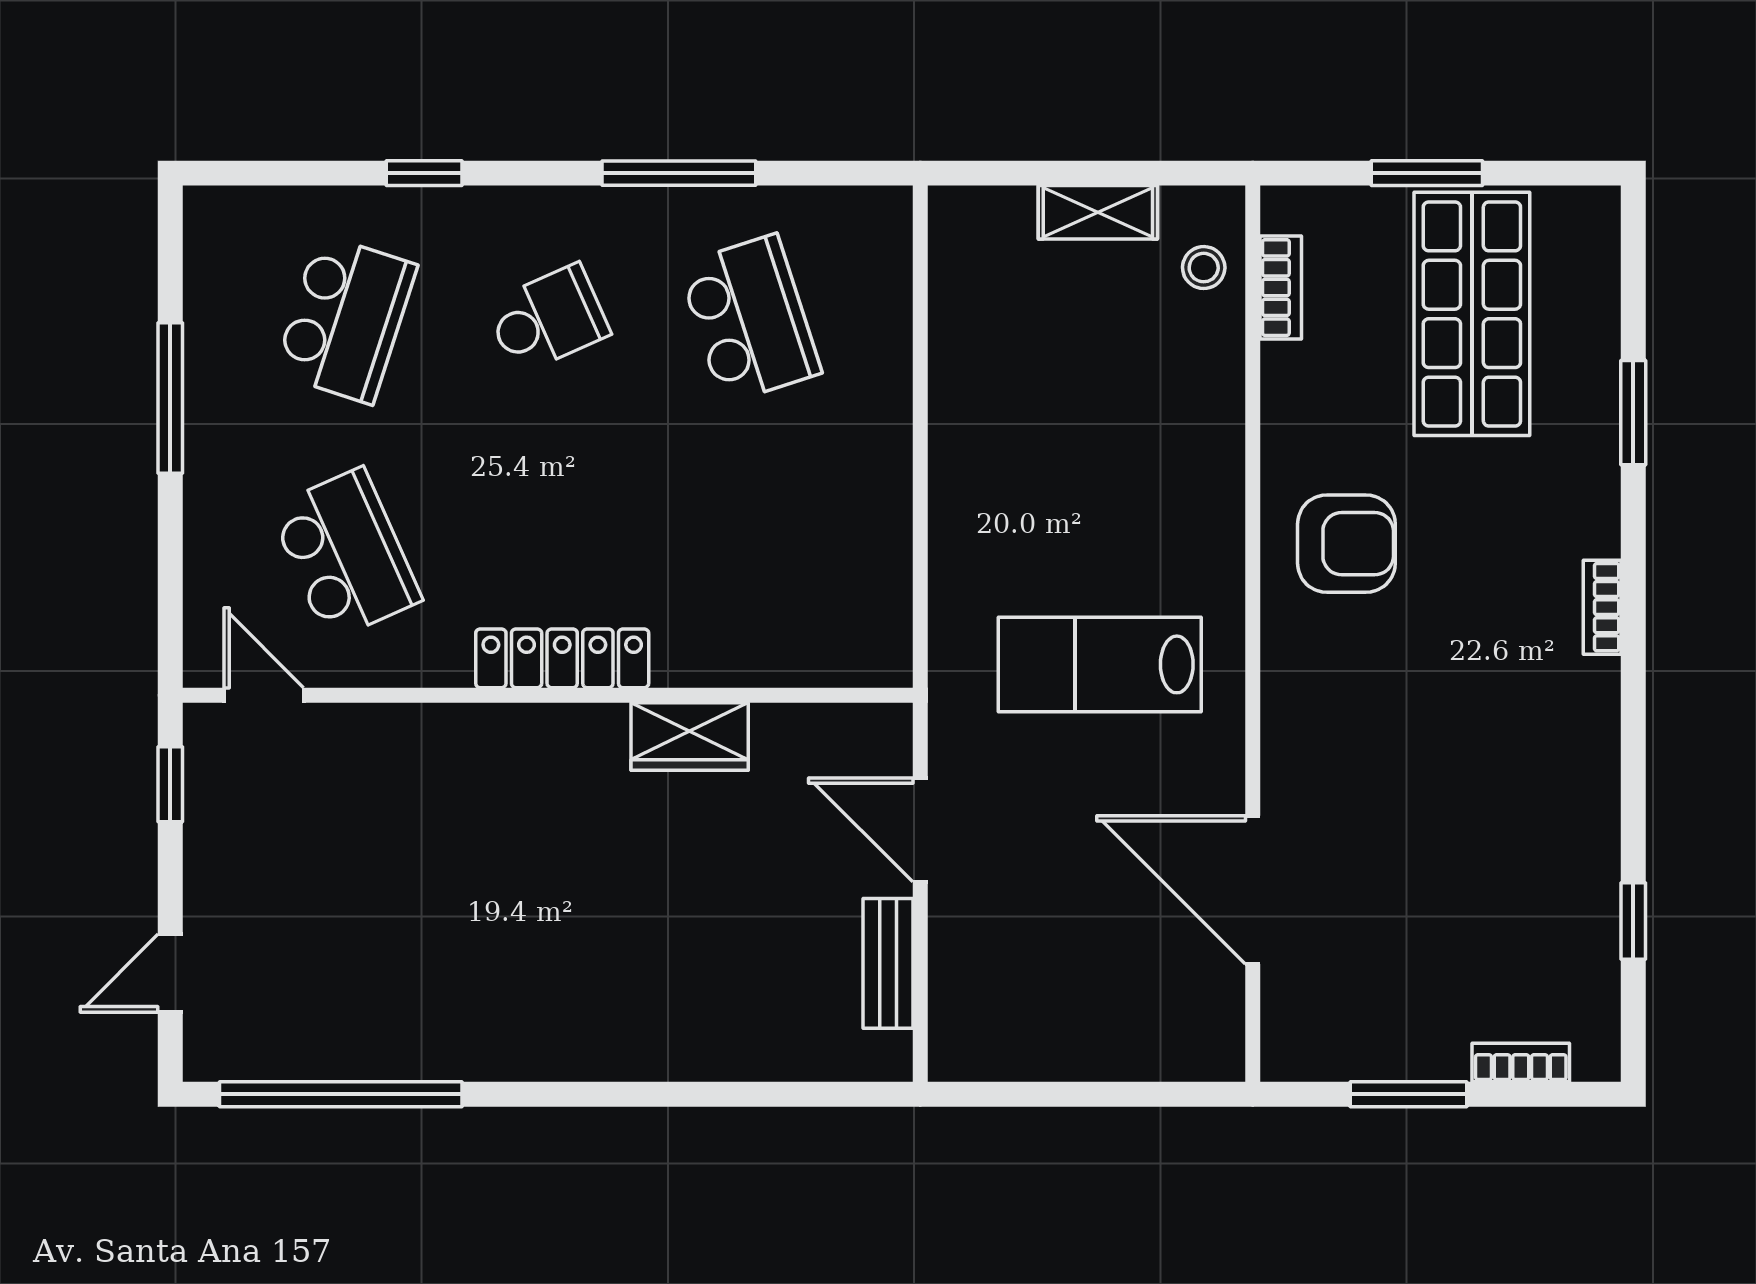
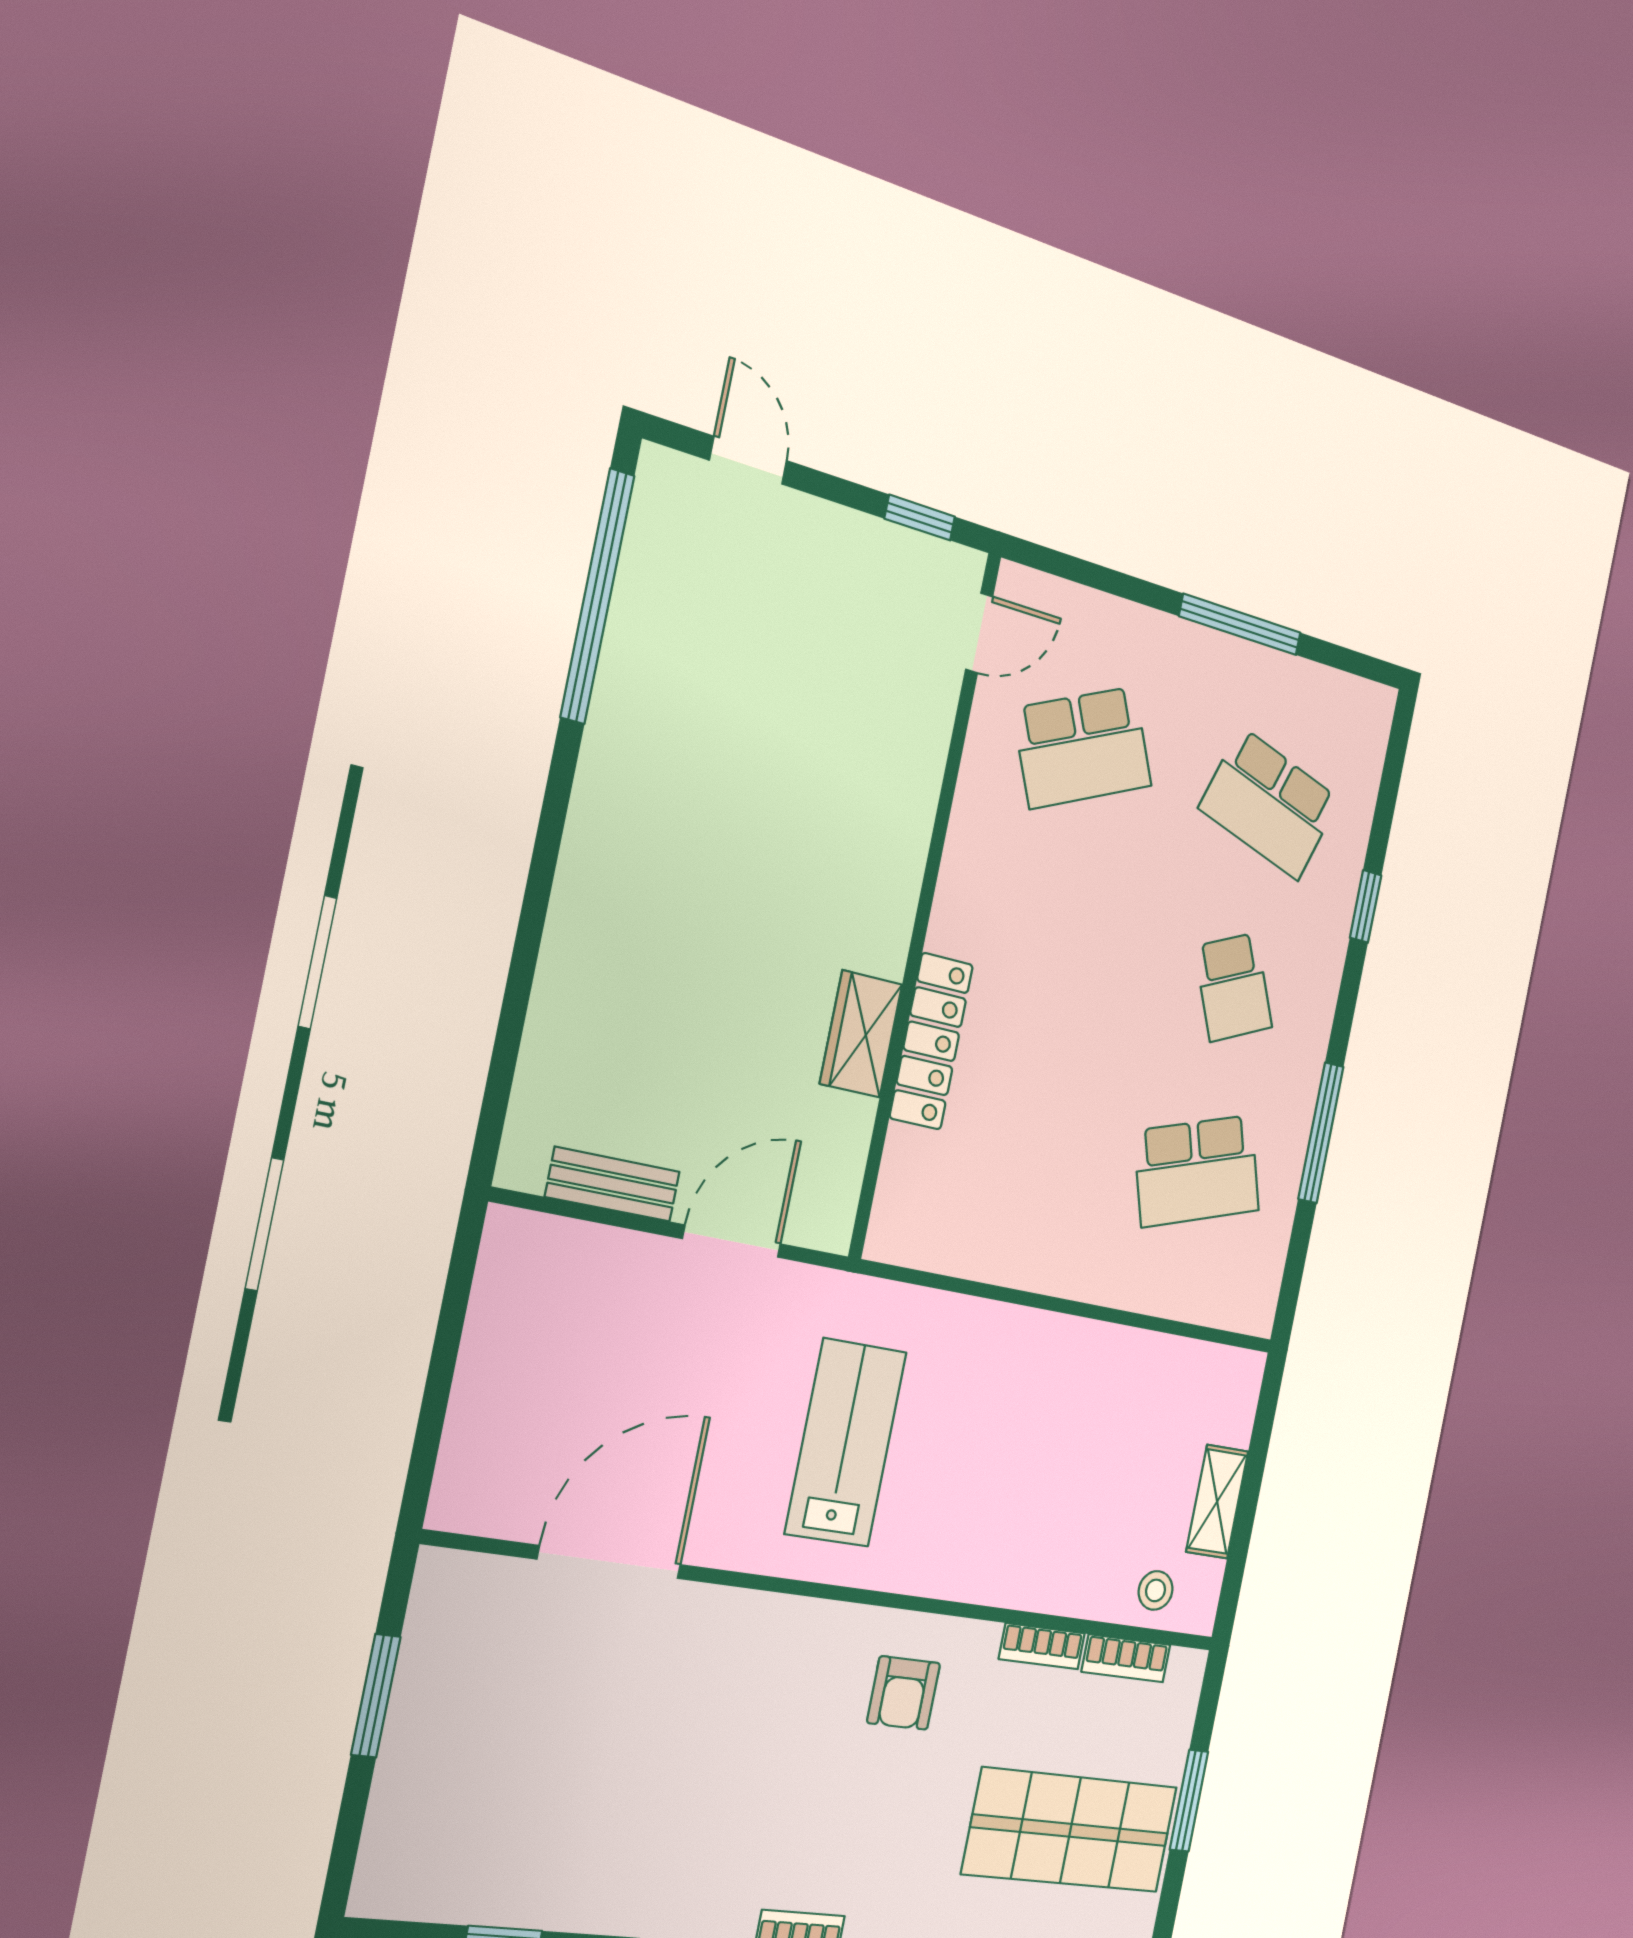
armchair: (1346, 544) -> (904, 1693), width x0.72, depth x0.72
locker: (562, 658) -> (931, 1041), moved
bookcase: (1521, 1062) -> (1042, 1646), moved, turned 90

